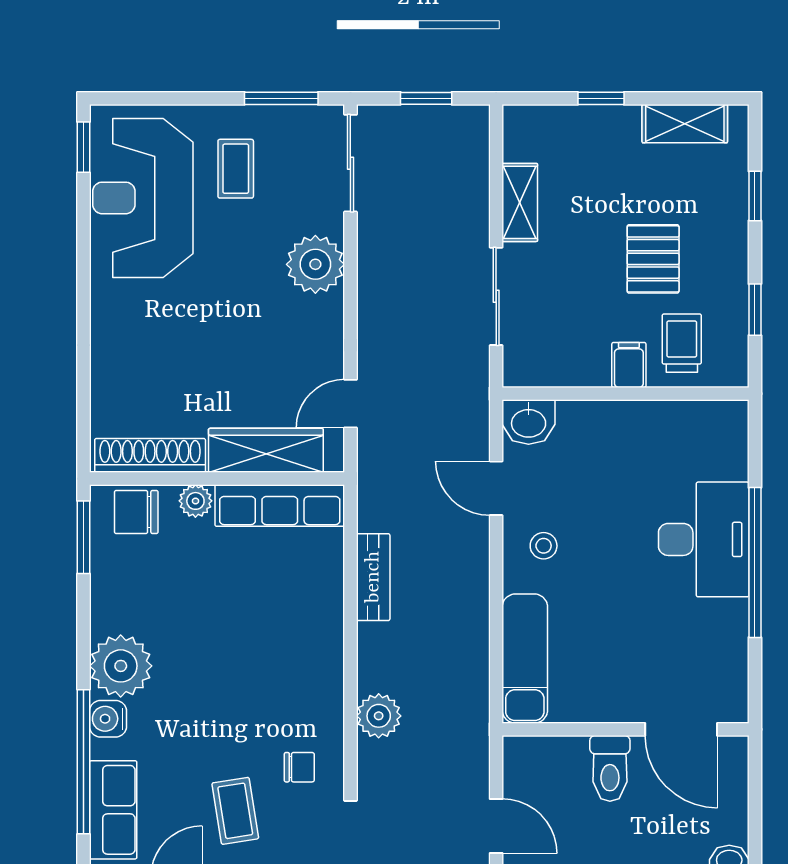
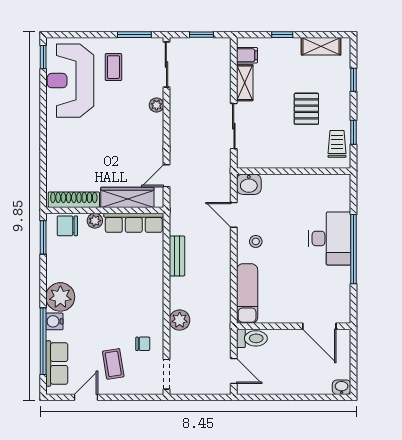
plant: (315, 264) -> (157, 105), width x0.53, depth x0.53
trolley: (682, 343) -> (337, 144), moved
filing cabinet: (629, 365) -> (247, 55), moved, turned 90
toilet: (610, 768) -> (252, 338), moved, turned -90

